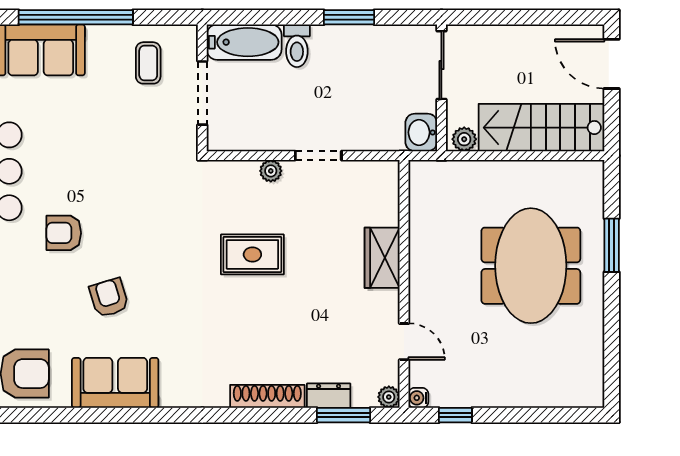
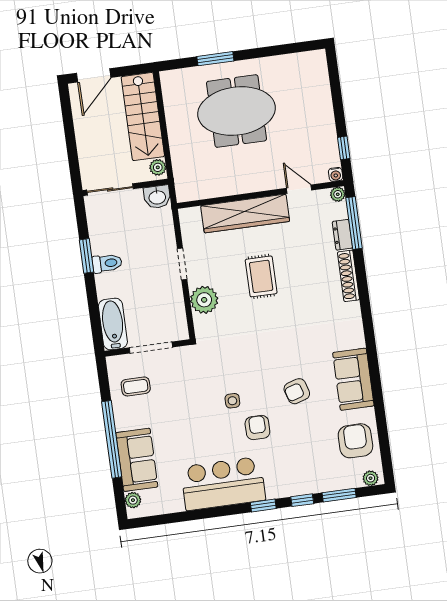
toilet: (297, 46) -> (107, 263), moved
plant: (271, 171) -> (204, 300), width x1.88, depth x1.88
side table: (108, 202) -> (232, 401), added
armchair: (64, 233) -> (257, 428), turned 180
rug: (252, 254) -> (261, 276), moved
wardrobe: (382, 258) -> (245, 214), width x2.10, depth x1.17
door: (404, 342) -> (299, 189), hinge flipped
window: (344, 415) -> (354, 223), width x1.44

